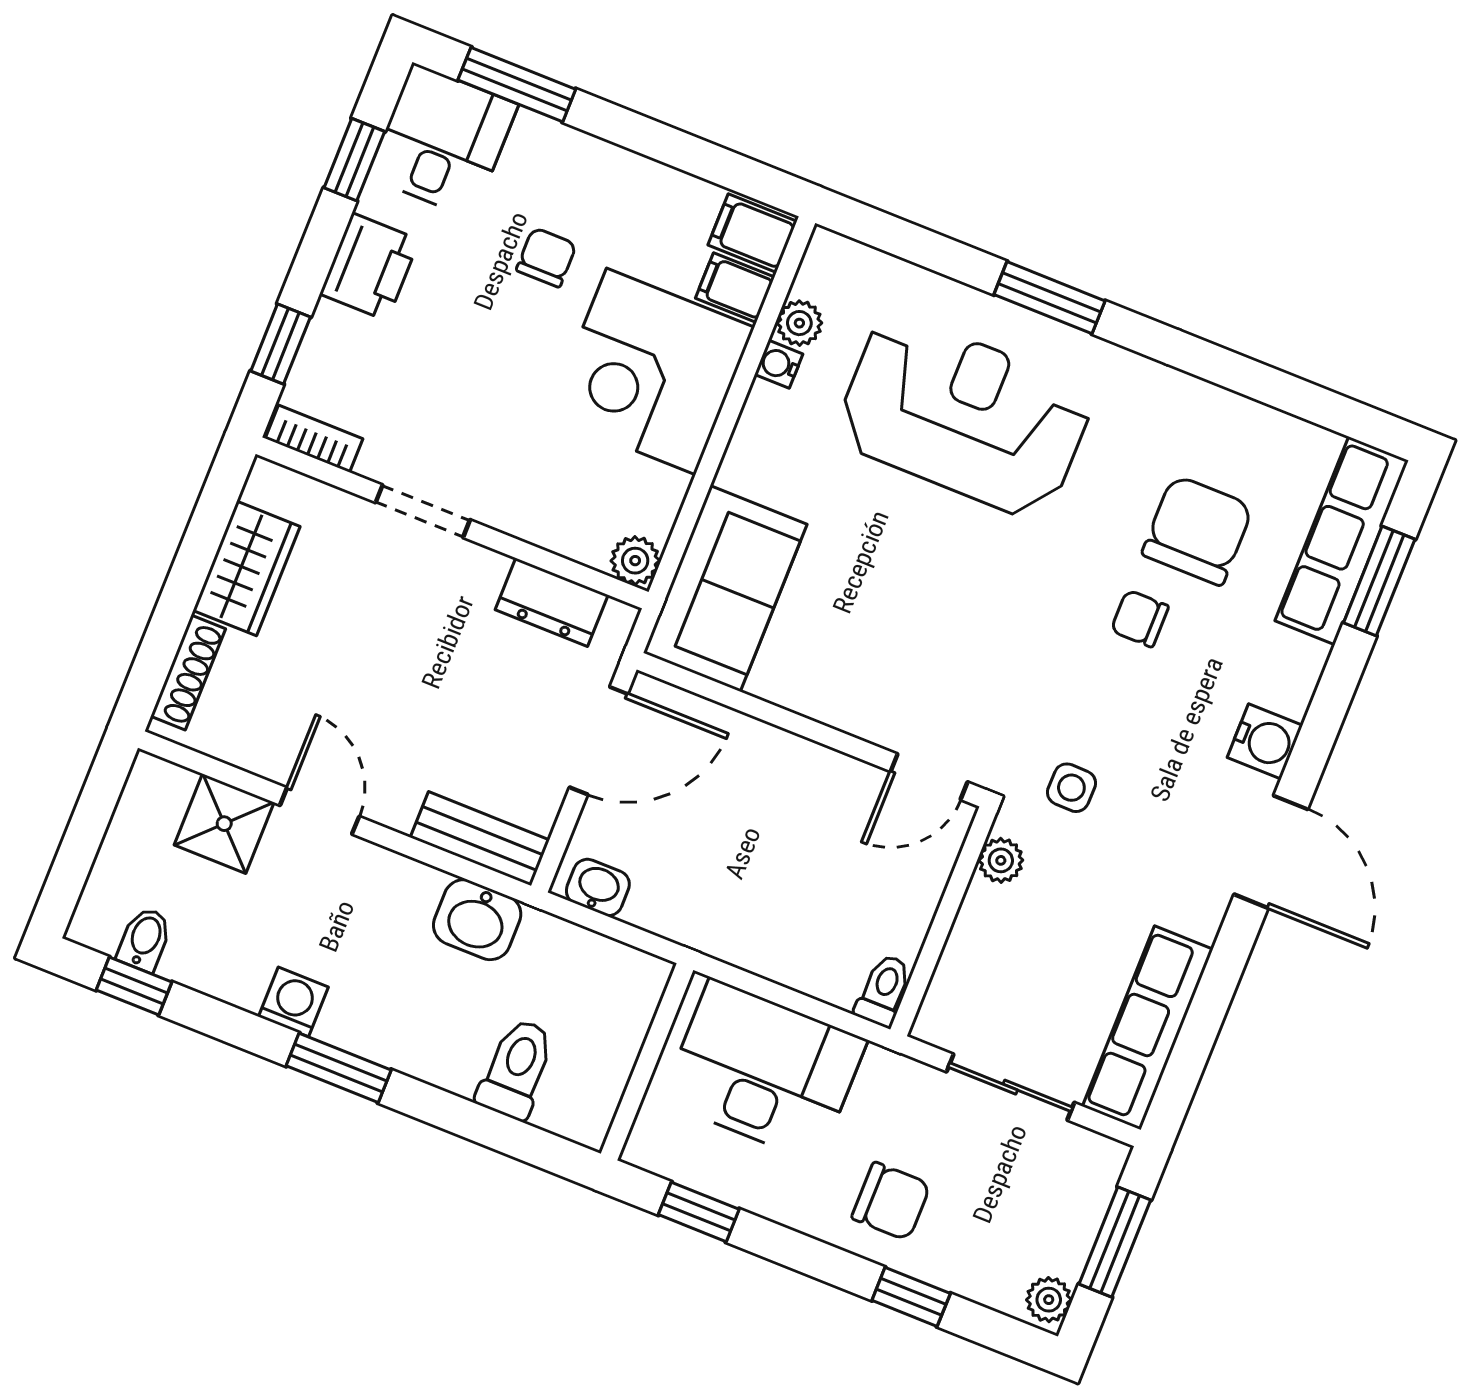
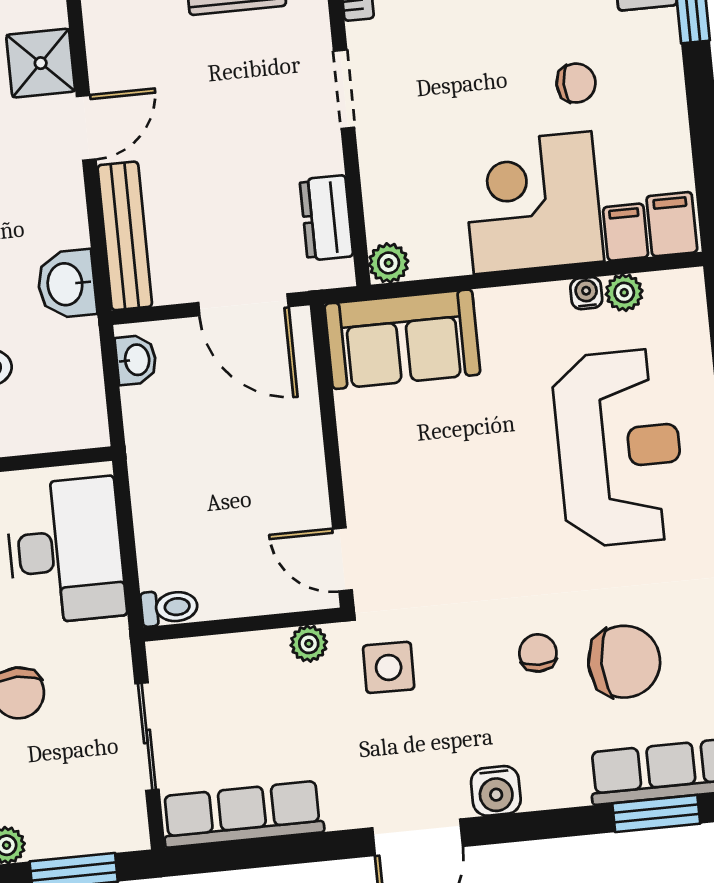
side table: (1071, 788) -> (389, 667), width x1.37, depth x1.37
bench: (480, 839) -> (125, 236), width x1.36

